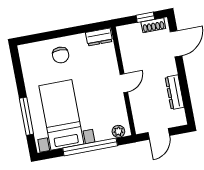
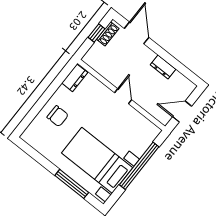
dresser: (175, 92) -> (163, 67), width x0.70
plant: (118, 131) -> (150, 136), removed
door: (159, 134) -> (182, 112), swing flipped

